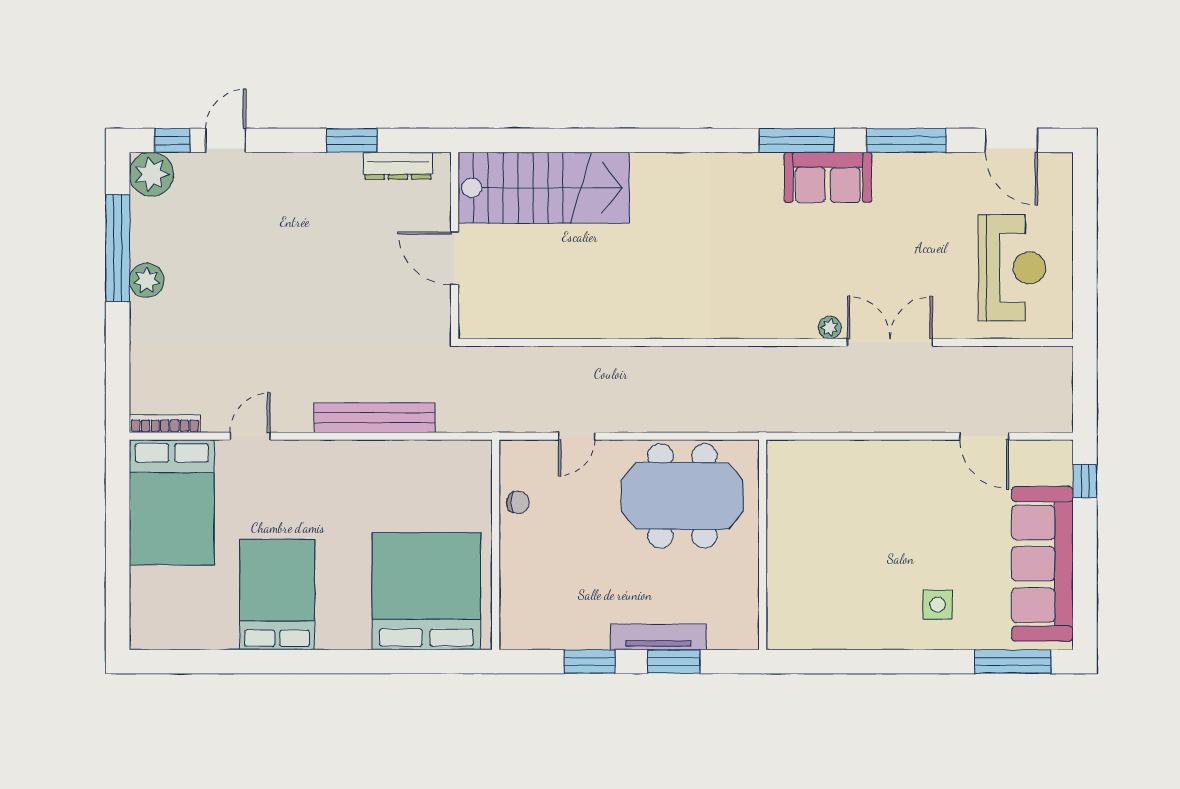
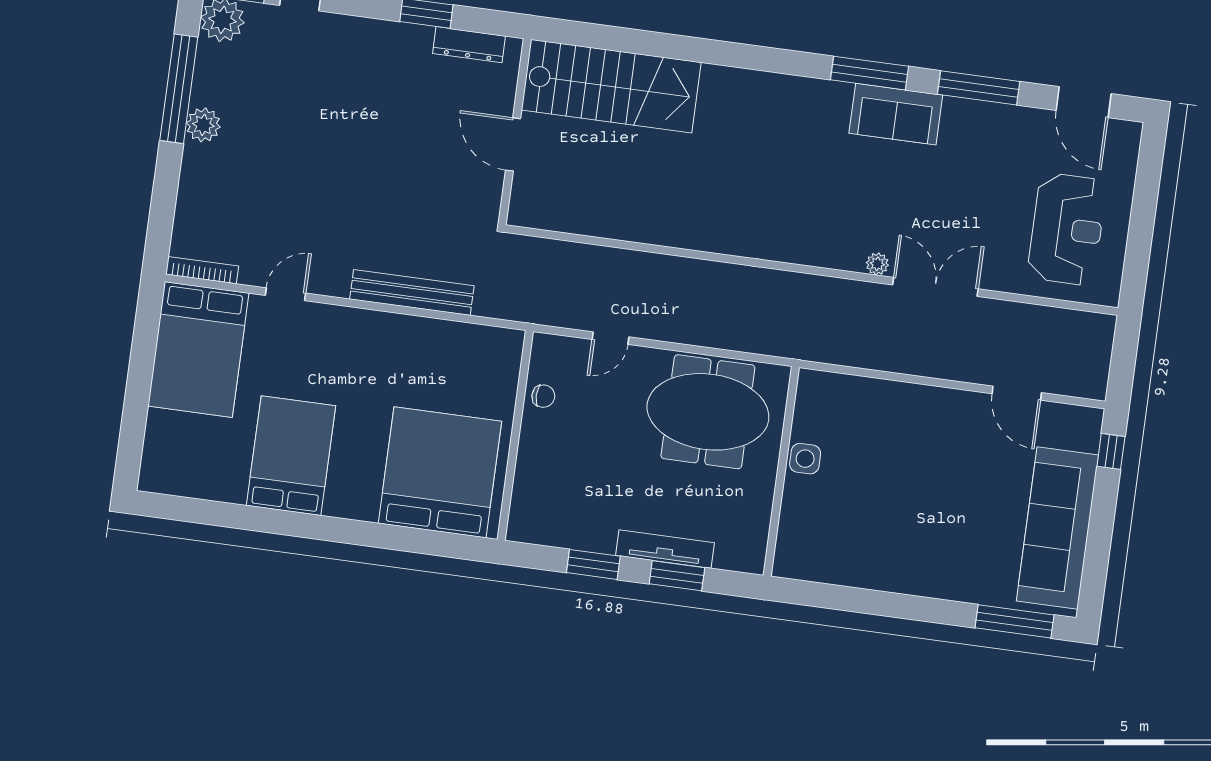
side table: (938, 605) -> (805, 459), moved

